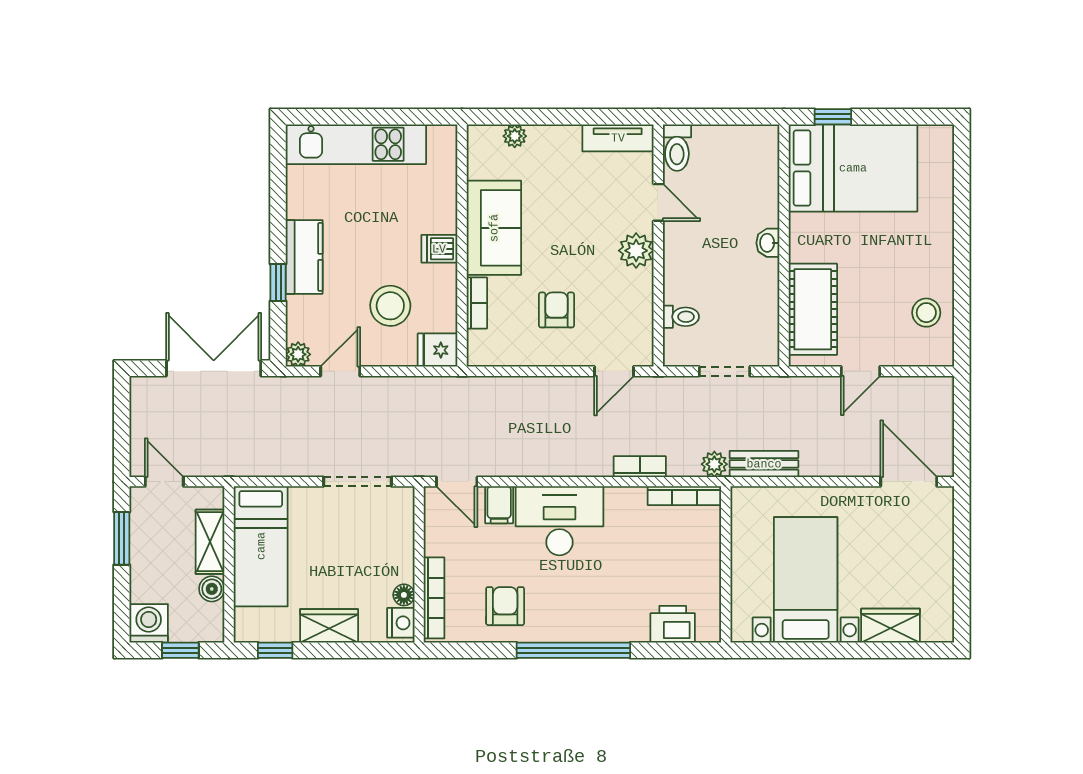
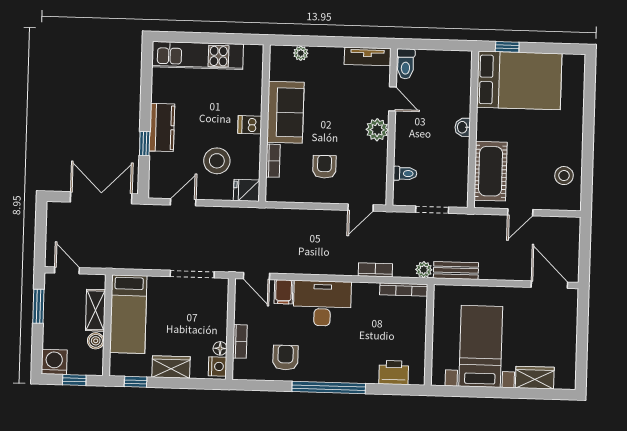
plant: (298, 354) -> (156, 190), removed
bookcase: (434, 598) -> (240, 341), width x0.64

